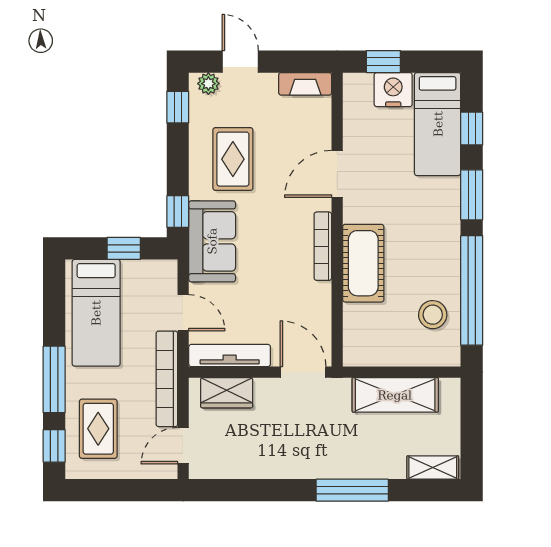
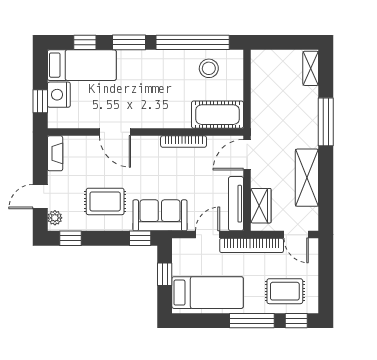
bookcase: (323, 246) -> (184, 142), moved
cot: (363, 263) -> (218, 115), moved
shelving: (395, 395) -> (307, 178), moved

